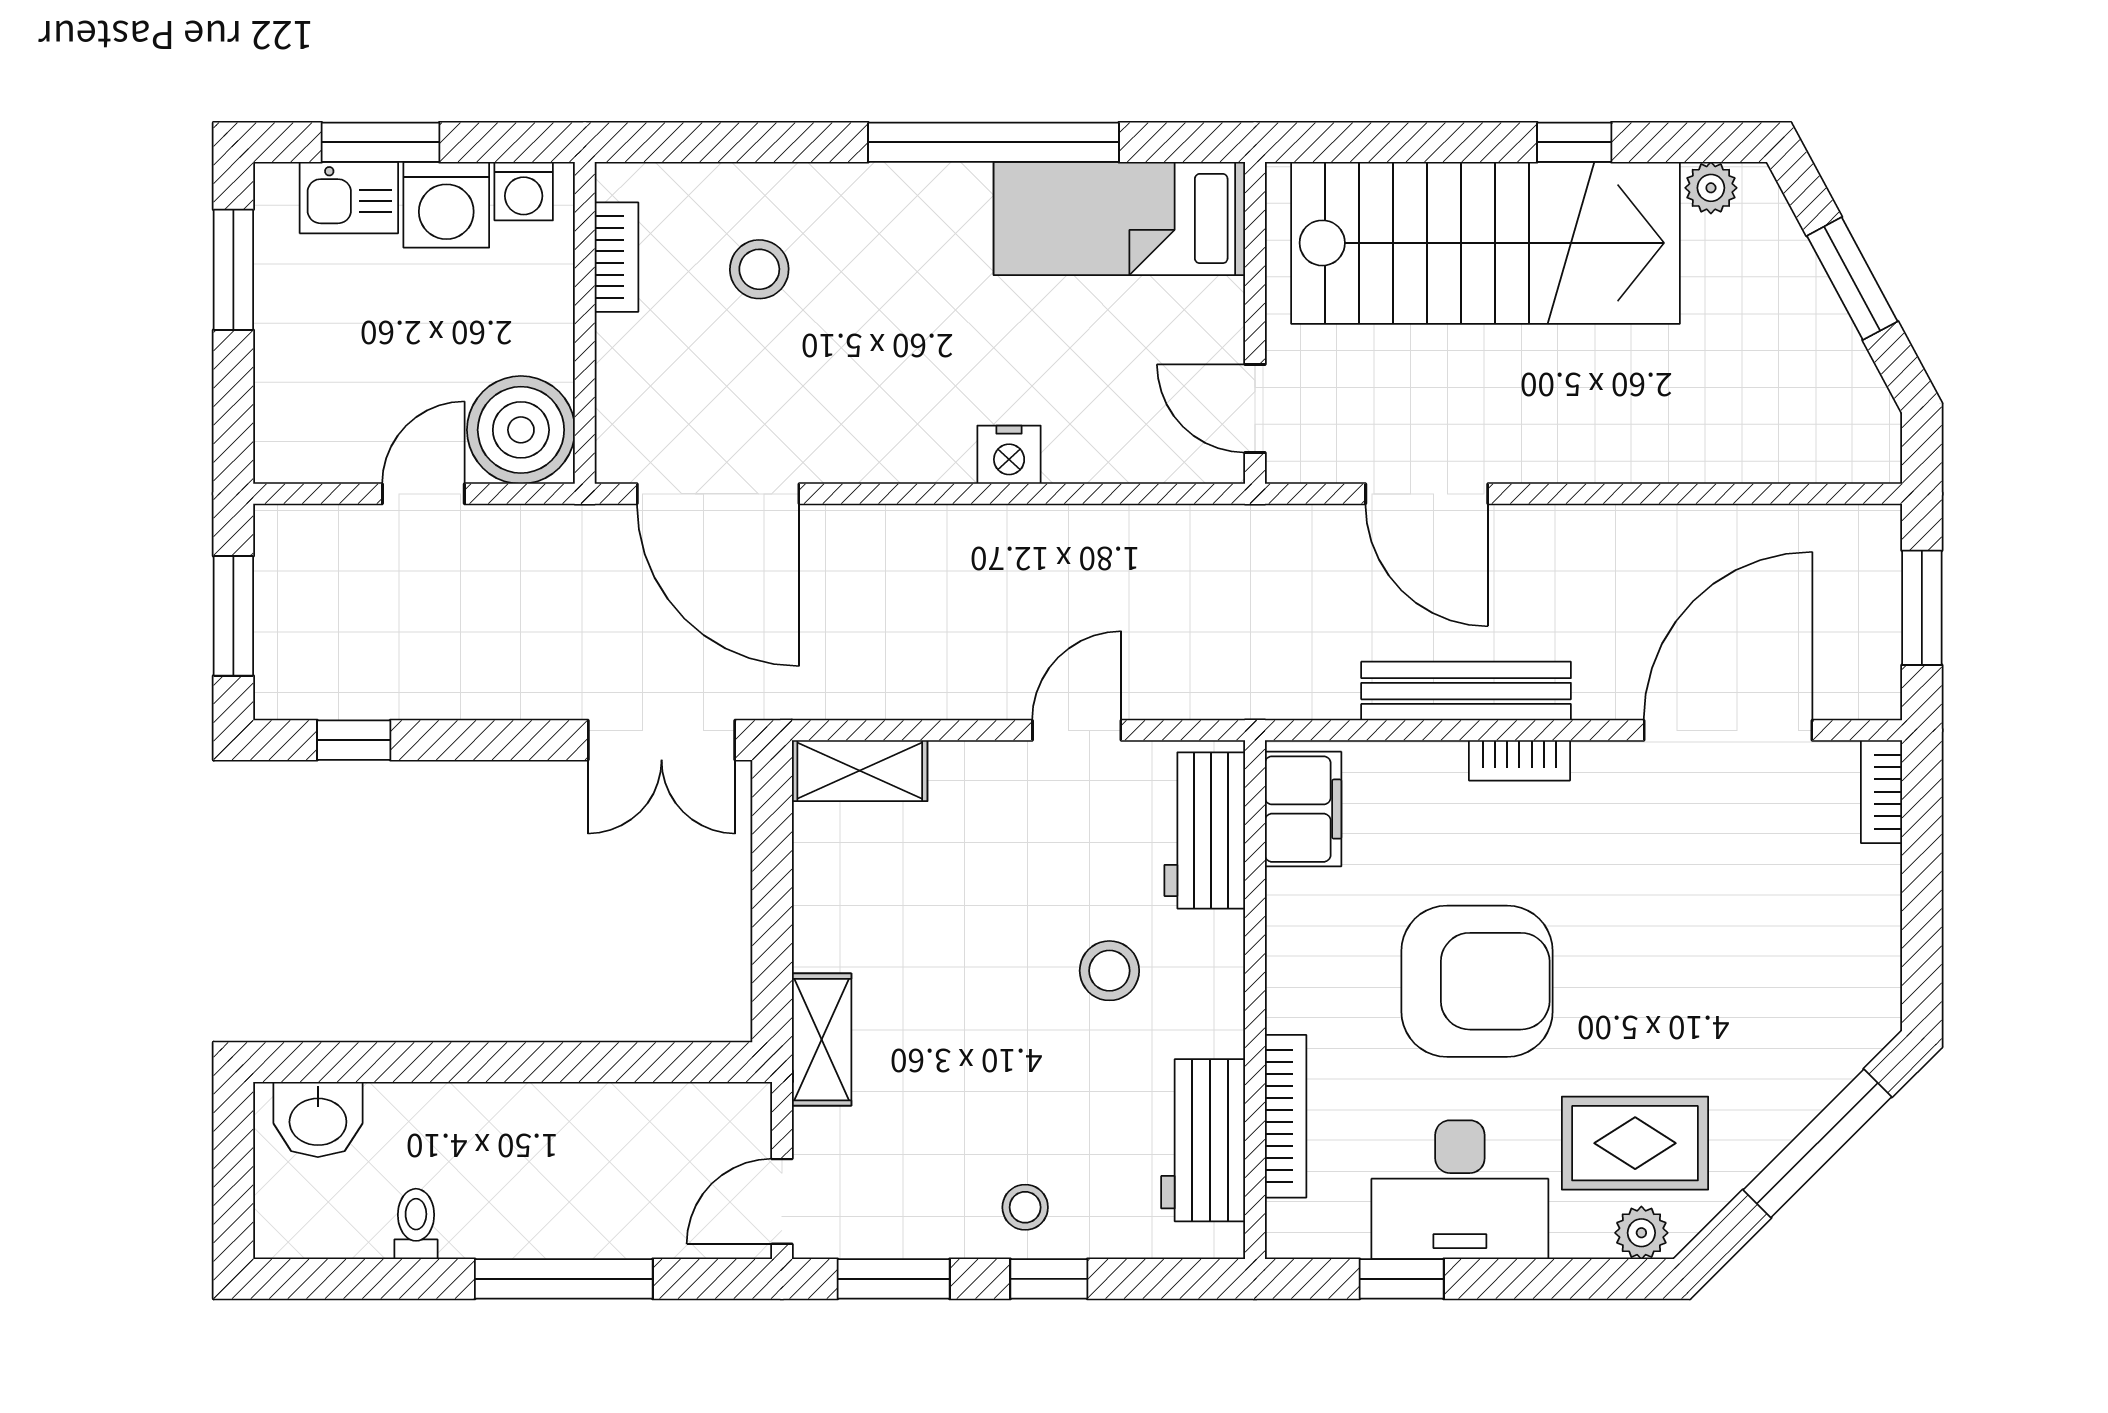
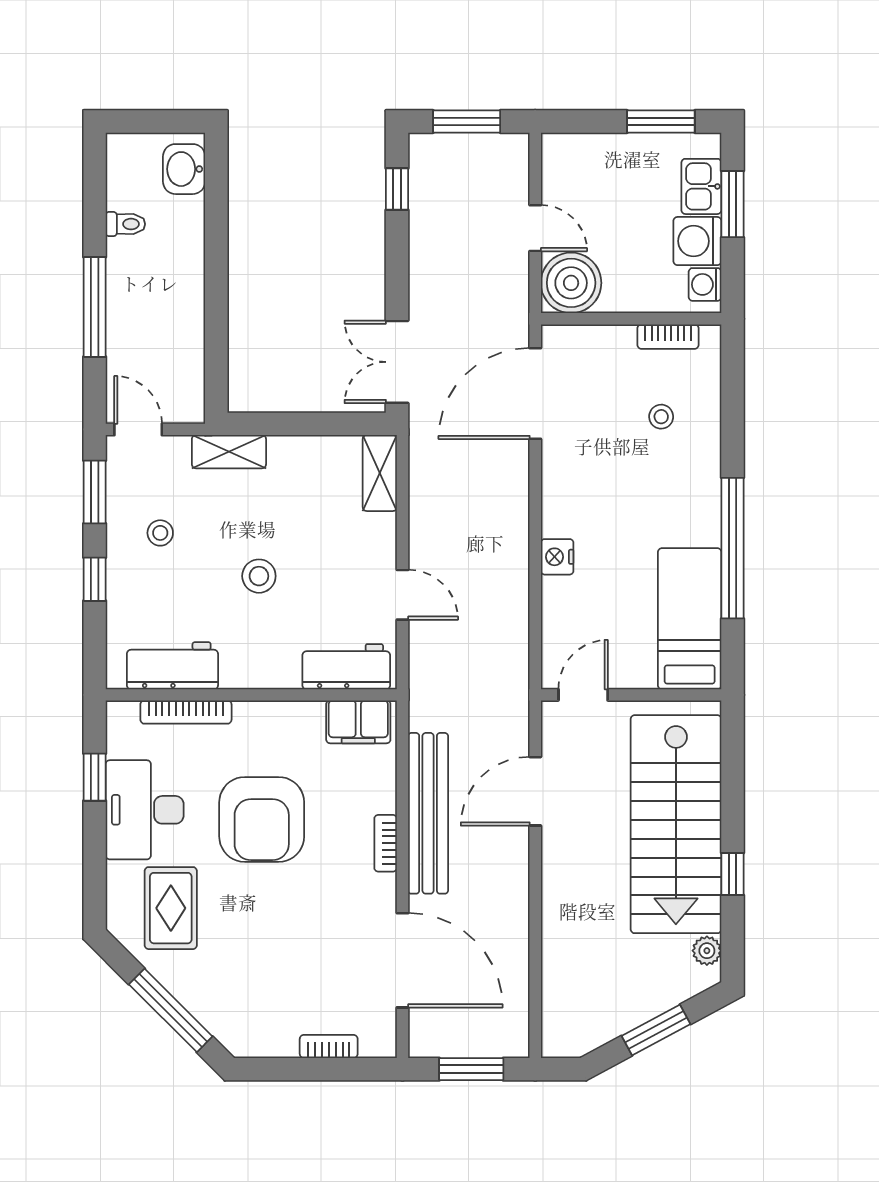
stool: (759, 269) -> (661, 417), width x0.73, depth x0.73
bench: (1466, 691) -> (428, 813), width x1.37, depth x1.21
bookcase: (1882, 792) -> (329, 1046), moved
stool: (1109, 971) -> (259, 576), moved
stool: (1025, 1207) -> (160, 533), moved
plant: (1641, 1233) -> (121, 912), removed

